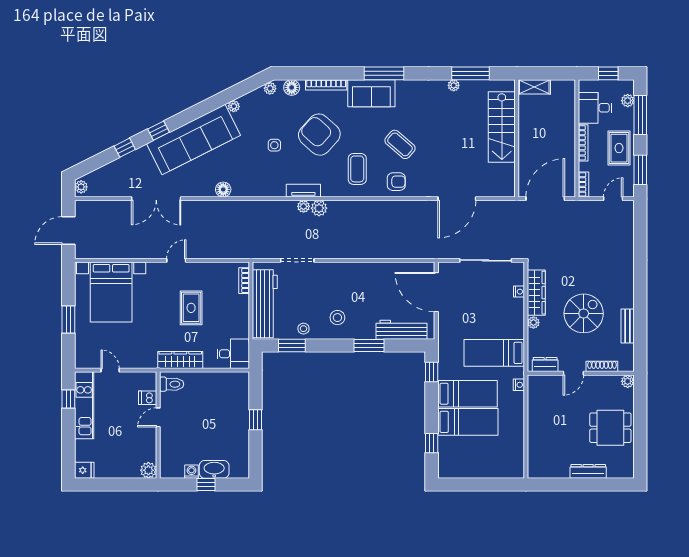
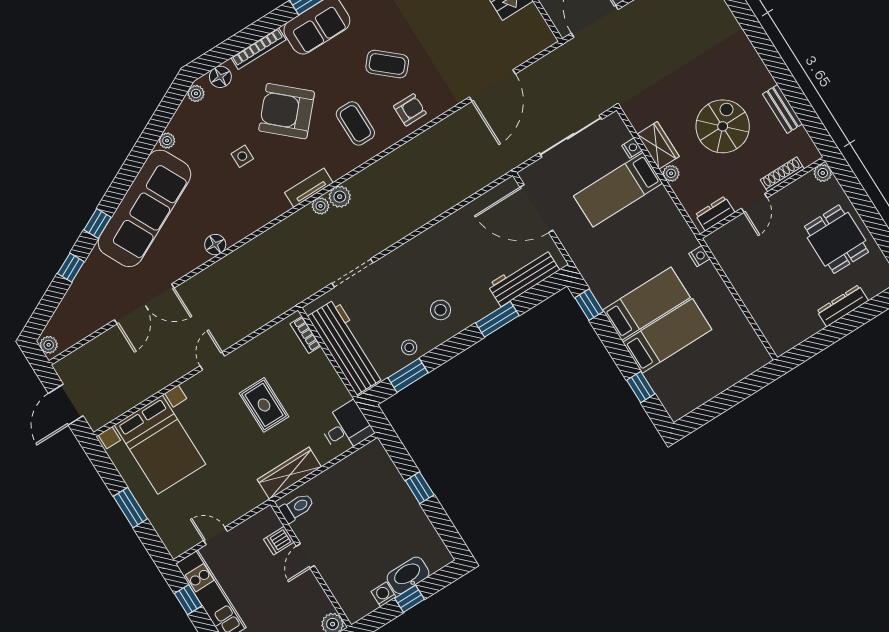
wardrobe: (536, 293) -> (658, 145), width x0.67
bed: (494, 353) -> (618, 190), moved
dining table: (610, 428) -> (837, 239), turned 90

